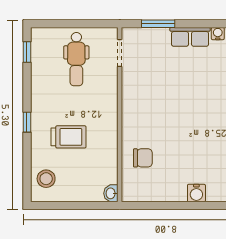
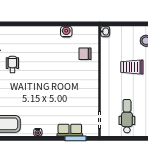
row of seats: (190, 37) -> (70, 130), moved
water cooler: (196, 193) -> (66, 32), moved

